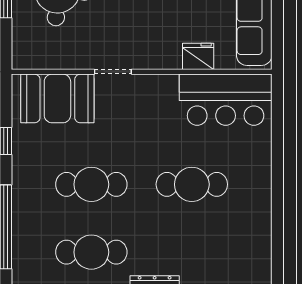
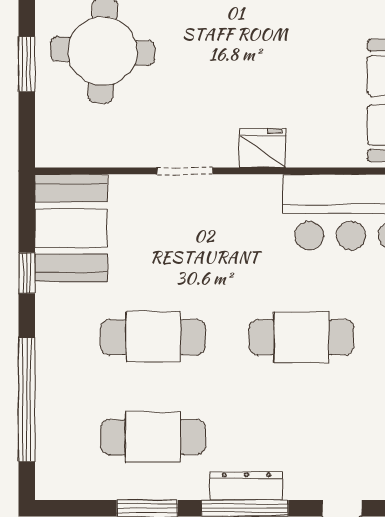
fridge: (198, 56) -> (263, 148), moved
booth: (57, 98) -> (71, 228), moved, turned 90

